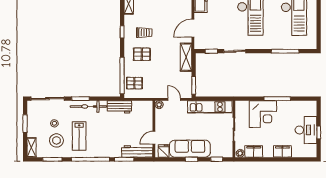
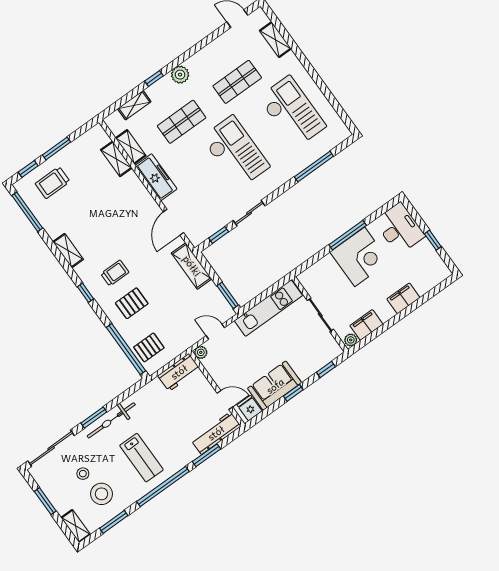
workbench: (119, 107) -> (179, 372), moved
corner desk: (263, 114) -> (360, 257), moved
desk: (306, 130) -> (399, 229), moved
lab bench: (79, 136) -> (141, 458), moved
door: (154, 138) -> (225, 400), swing flipped
sofa: (190, 149) -> (275, 386), width x0.73

